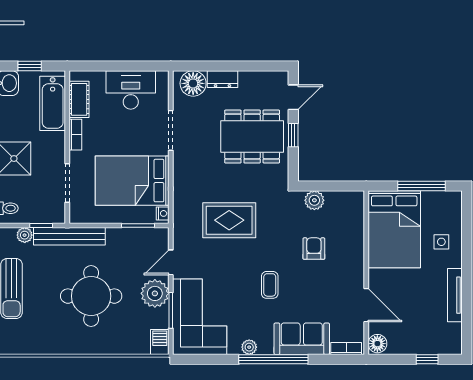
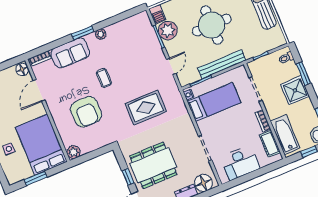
bed: (132, 181) -> (214, 102), width x0.67
window: (421, 186) -> (36, 178), width x0.69
plant: (314, 200) -> (74, 152), moved
plant: (25, 235) -> (269, 46), removed
bench: (69, 236) -> (222, 64), moved
armchair: (314, 249) -> (86, 112), width x1.88, depth x1.88
plant: (155, 293) -> (168, 30), moved
door: (366, 305) -> (39, 90), hinge flipped
corner sofa: (200, 317) -> (139, 40), removed
window: (273, 359) -> (83, 33), width x0.47

